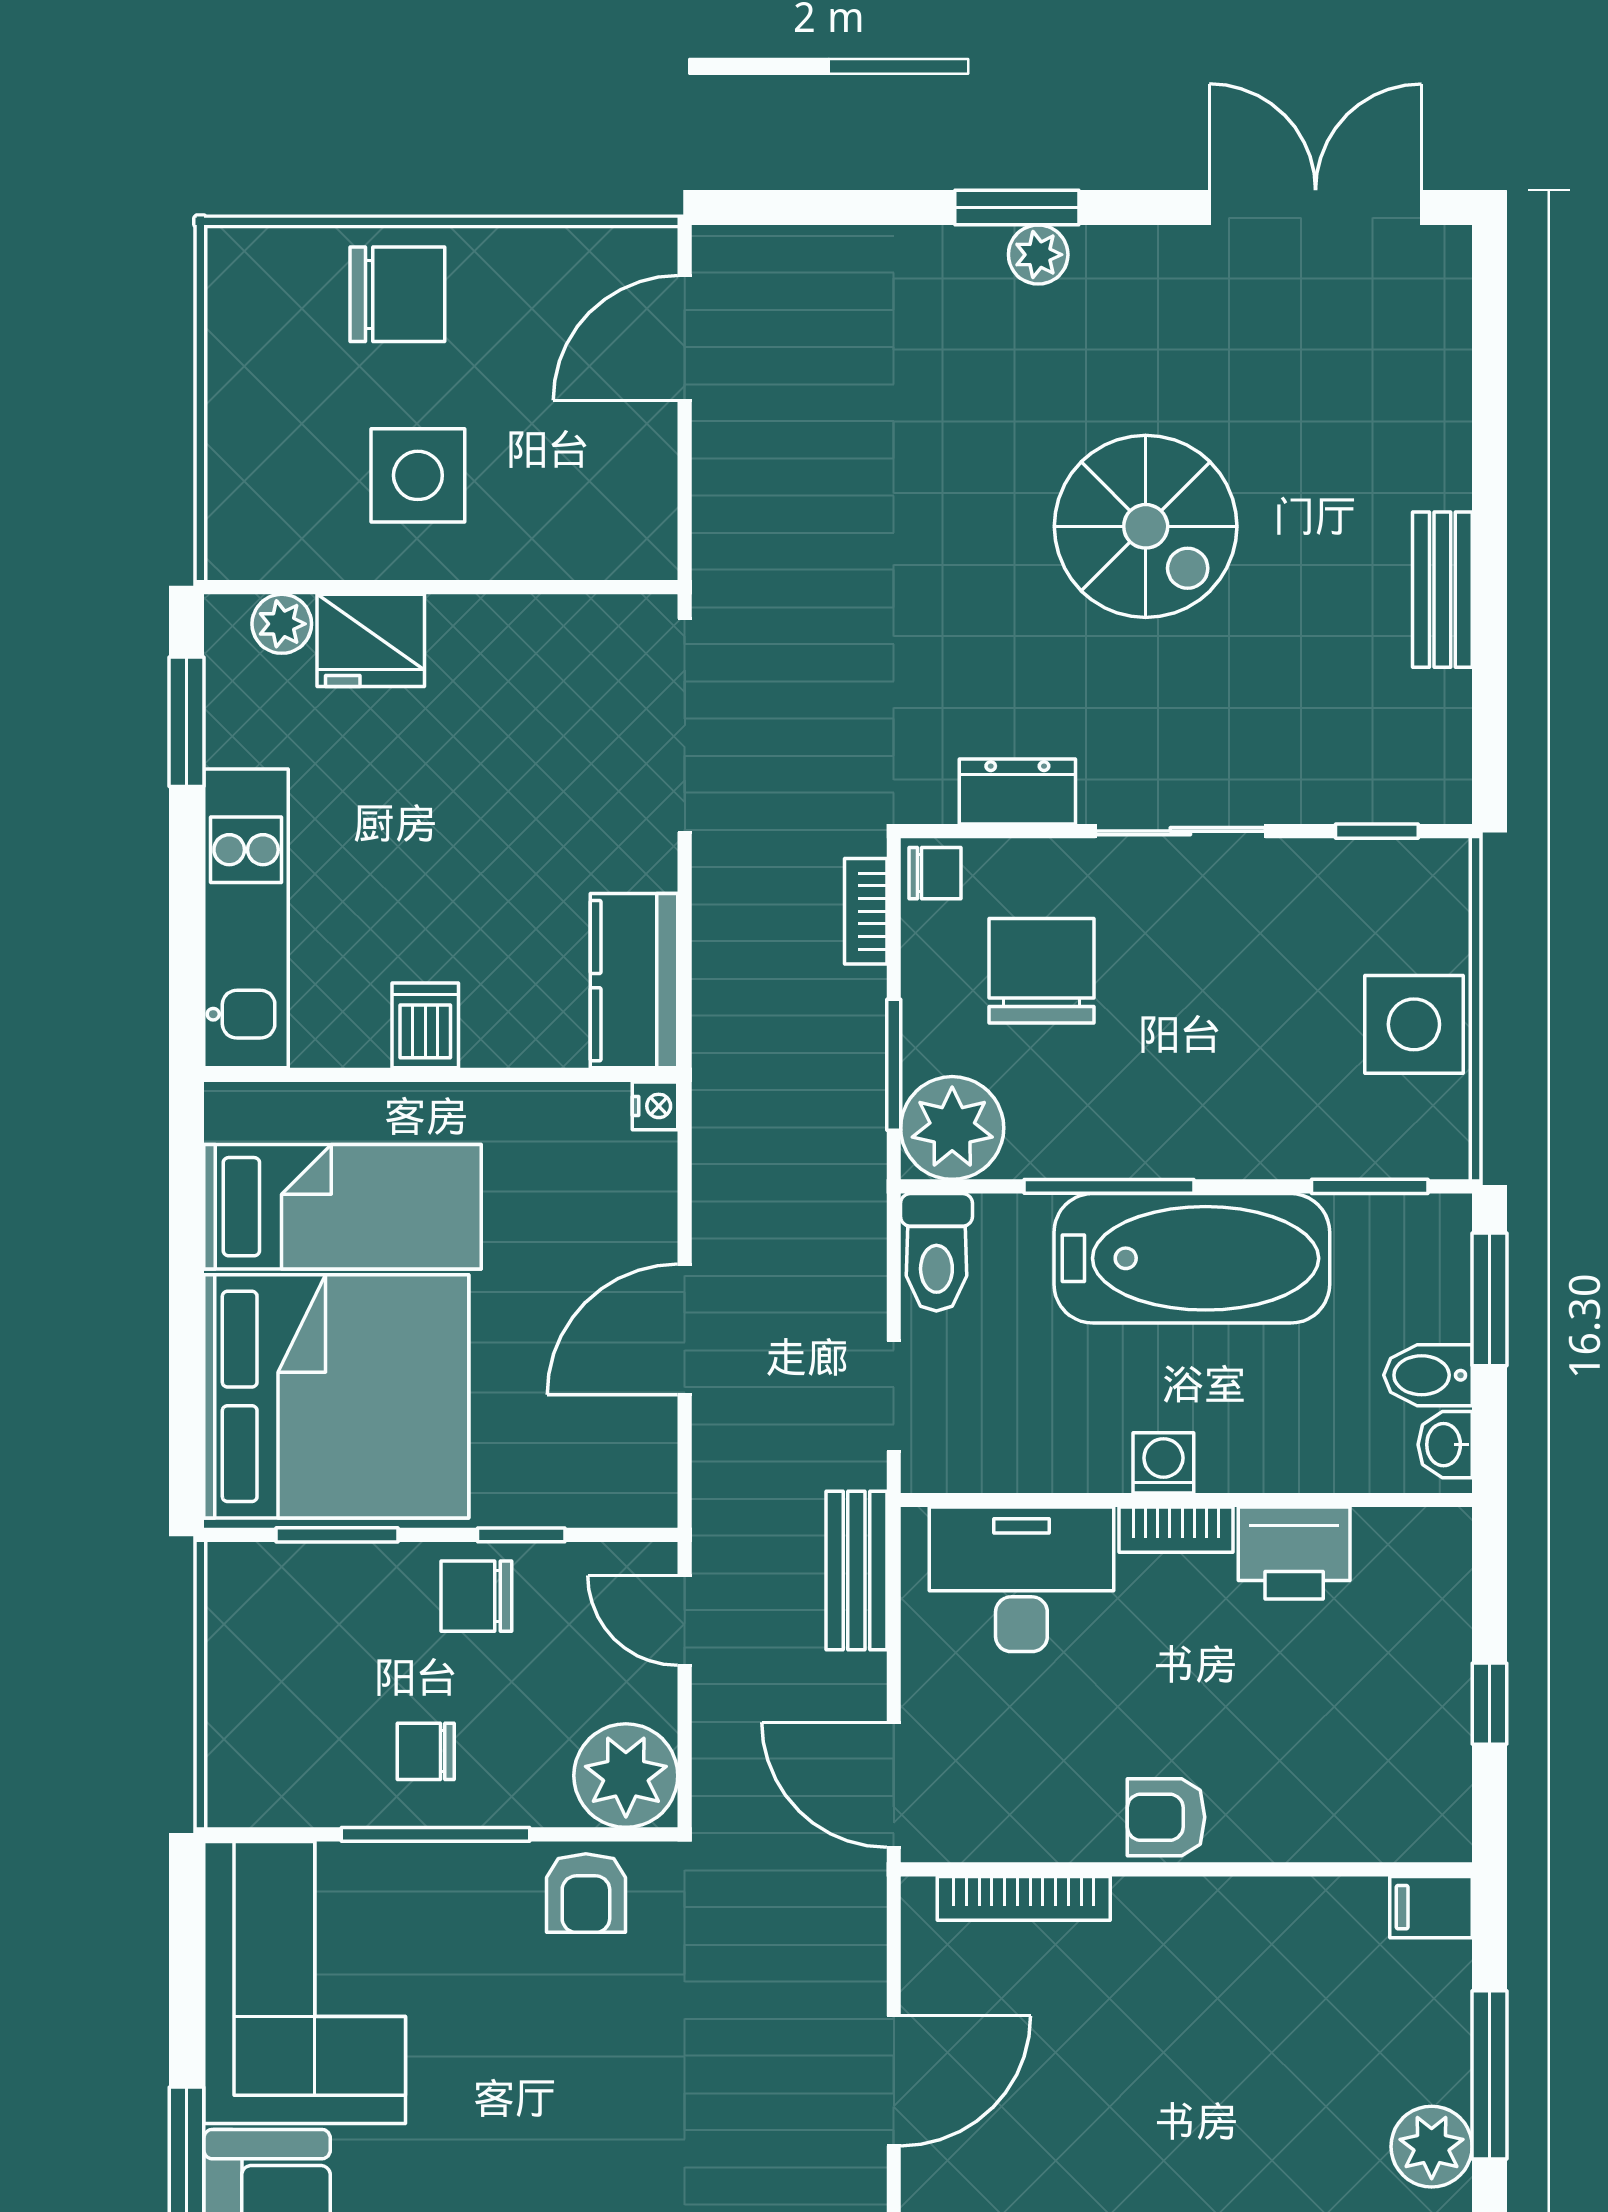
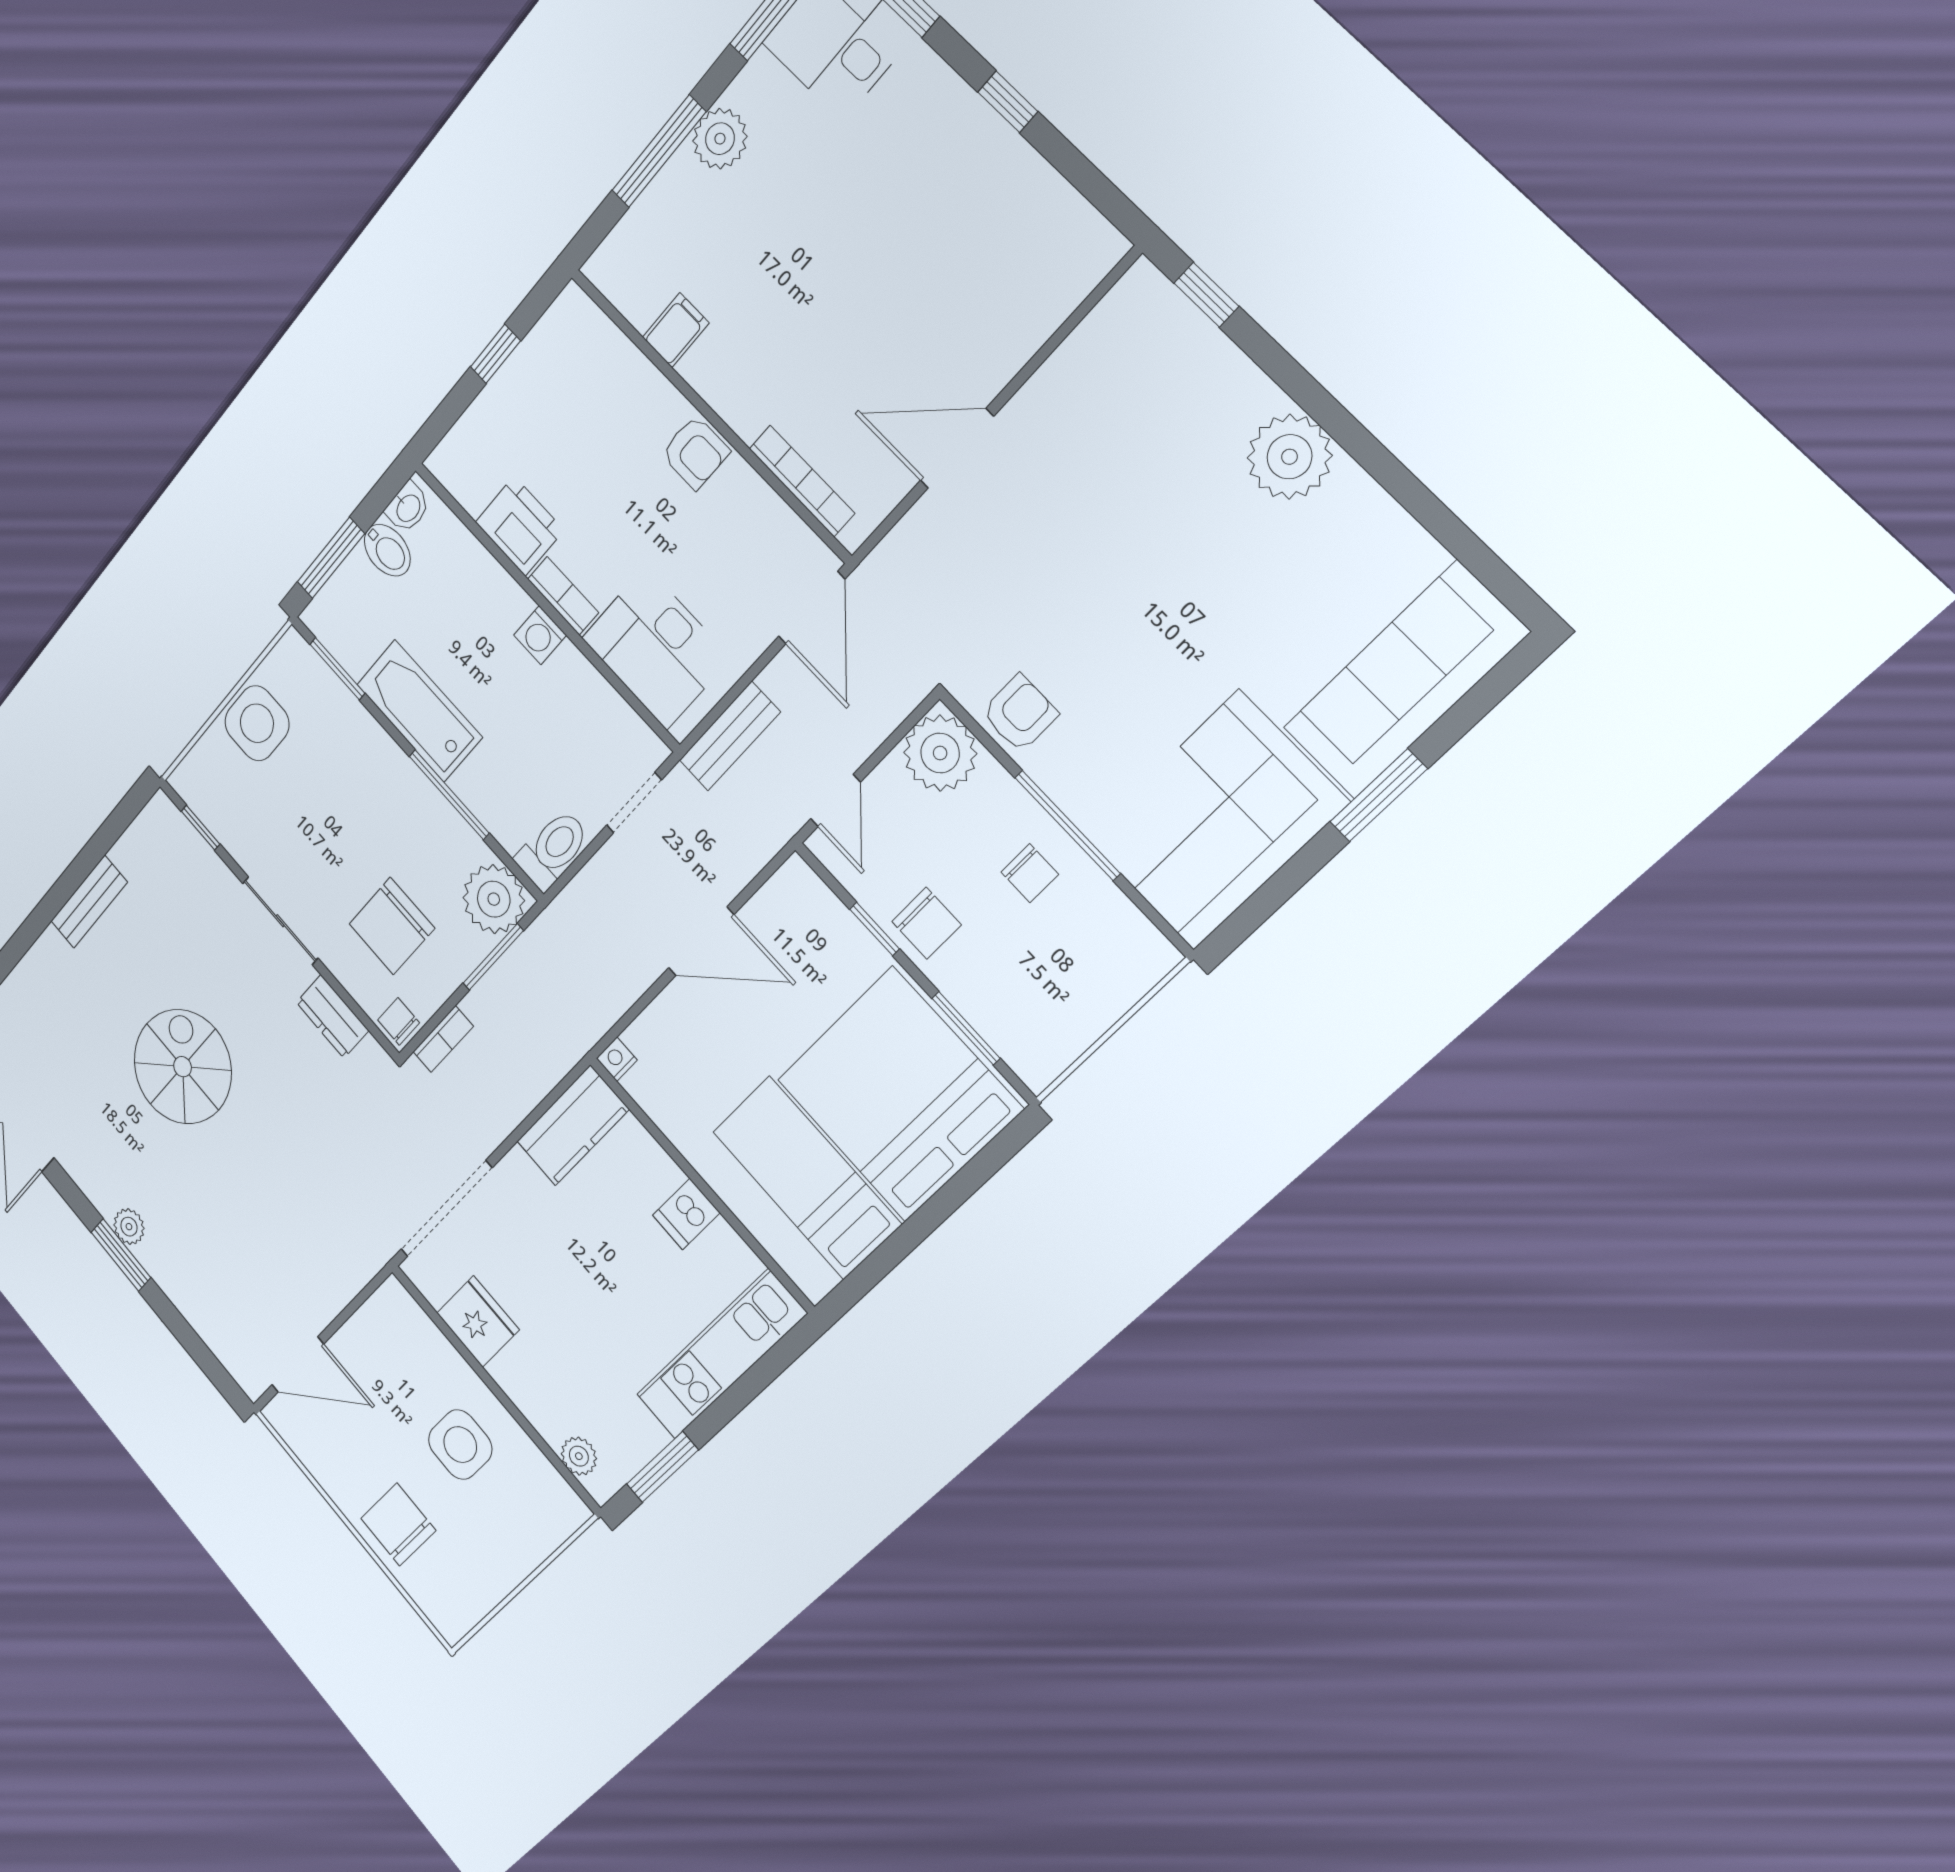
fridge: (371, 640) -> (478, 1321), moved
bathtub: (1192, 1258) -> (419, 711), width x0.73, depth x0.73
filing cabinet: (1431, 1907) -> (676, 330), moved, turned -90

